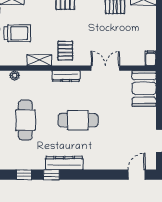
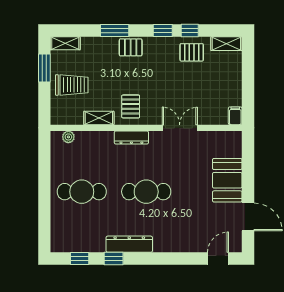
booth: (144, 88) -> (227, 180), moved
cafe table: (25, 120) -> (82, 192), turned 90

